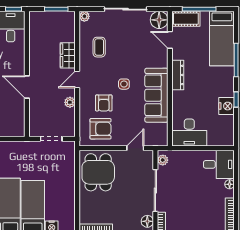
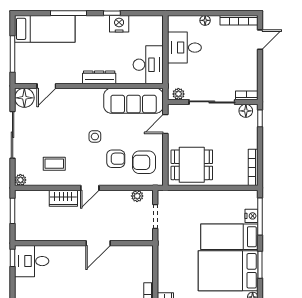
cot: (186, 19) -> (23, 68), removed
dresser: (178, 75) -> (99, 77), moved
door: (77, 79) -> (90, 188), hinge flipped
sofa: (156, 95) -> (134, 101), moved
plant: (70, 102) -> (137, 196), moved
armchair: (100, 129) -> (144, 162), turned -90
door: (135, 148) -> (165, 124), hinge flipped
desk: (219, 164) -> (184, 48), moved, turned -90

